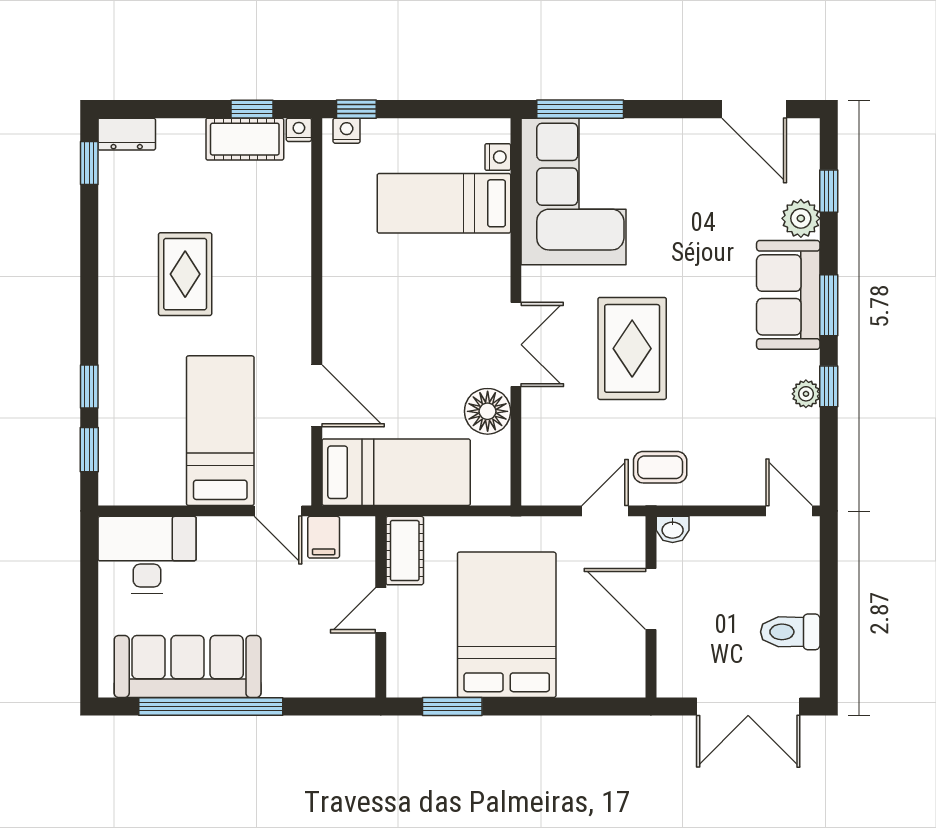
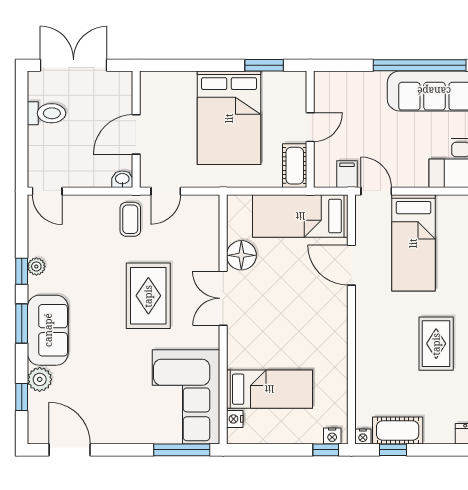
coffee table: (660, 467) -> (130, 219), turned 90
door: (651, 599) -> (136, 134), swing flipped

